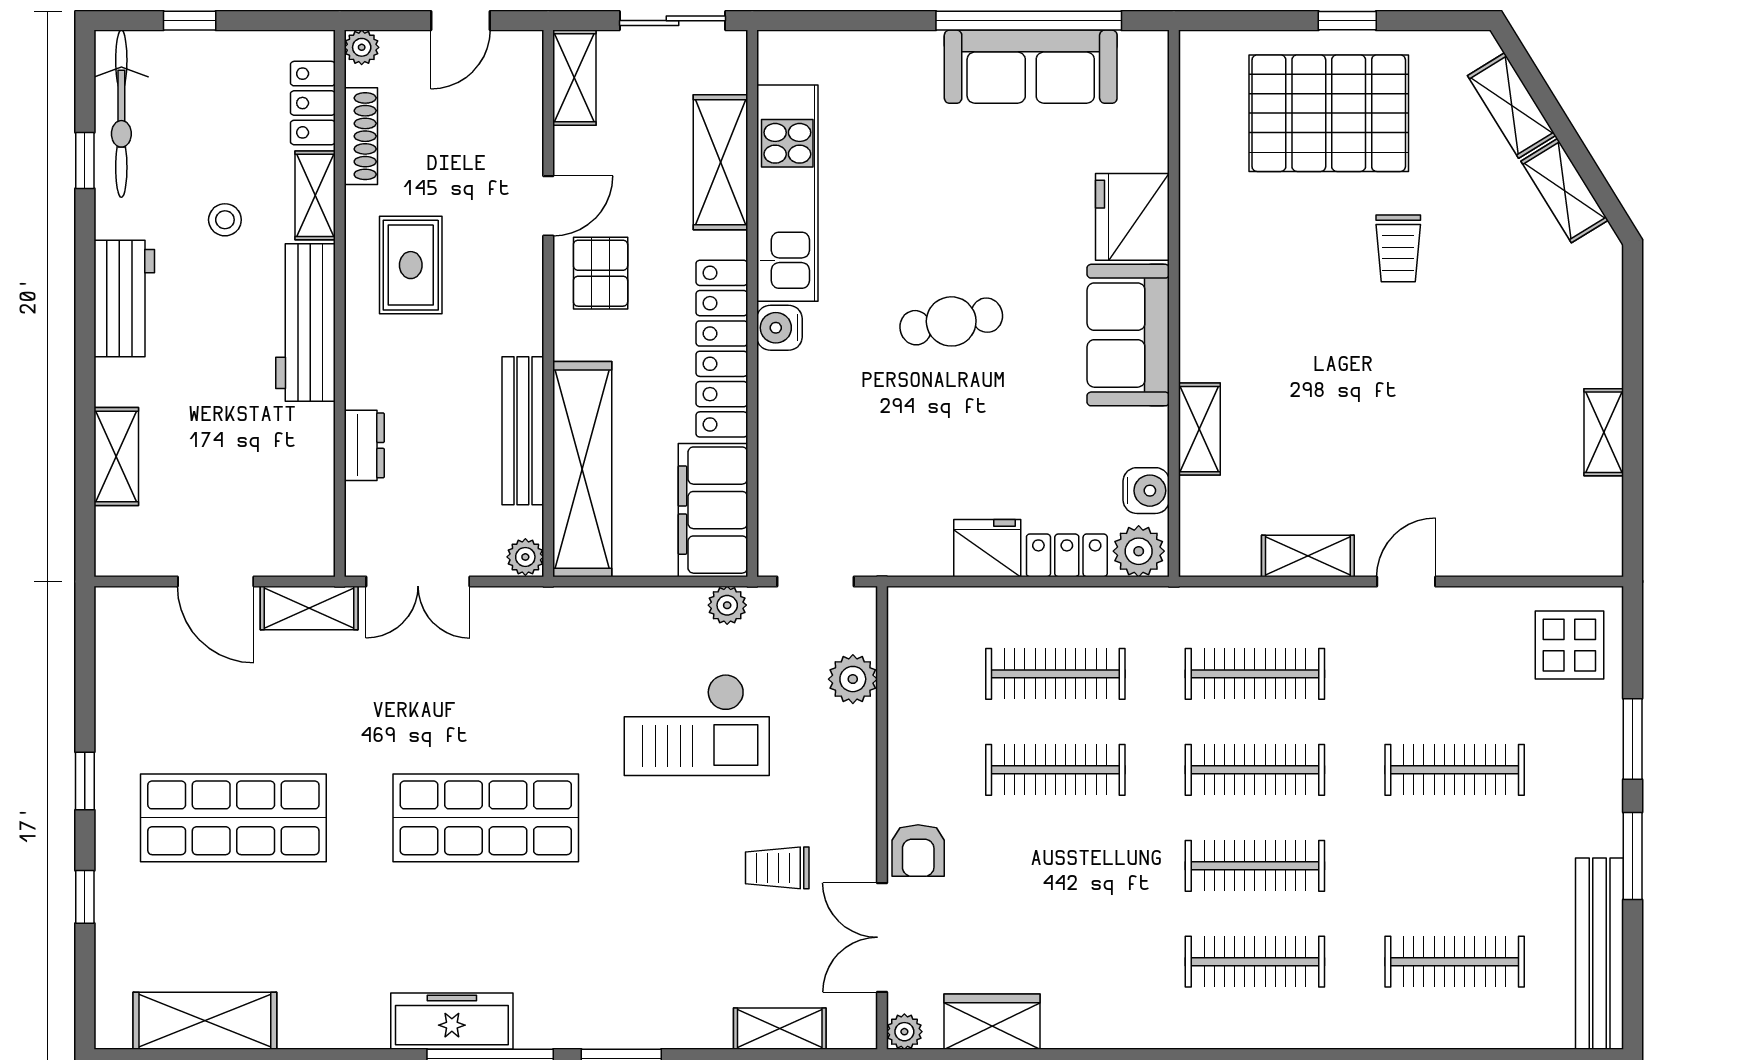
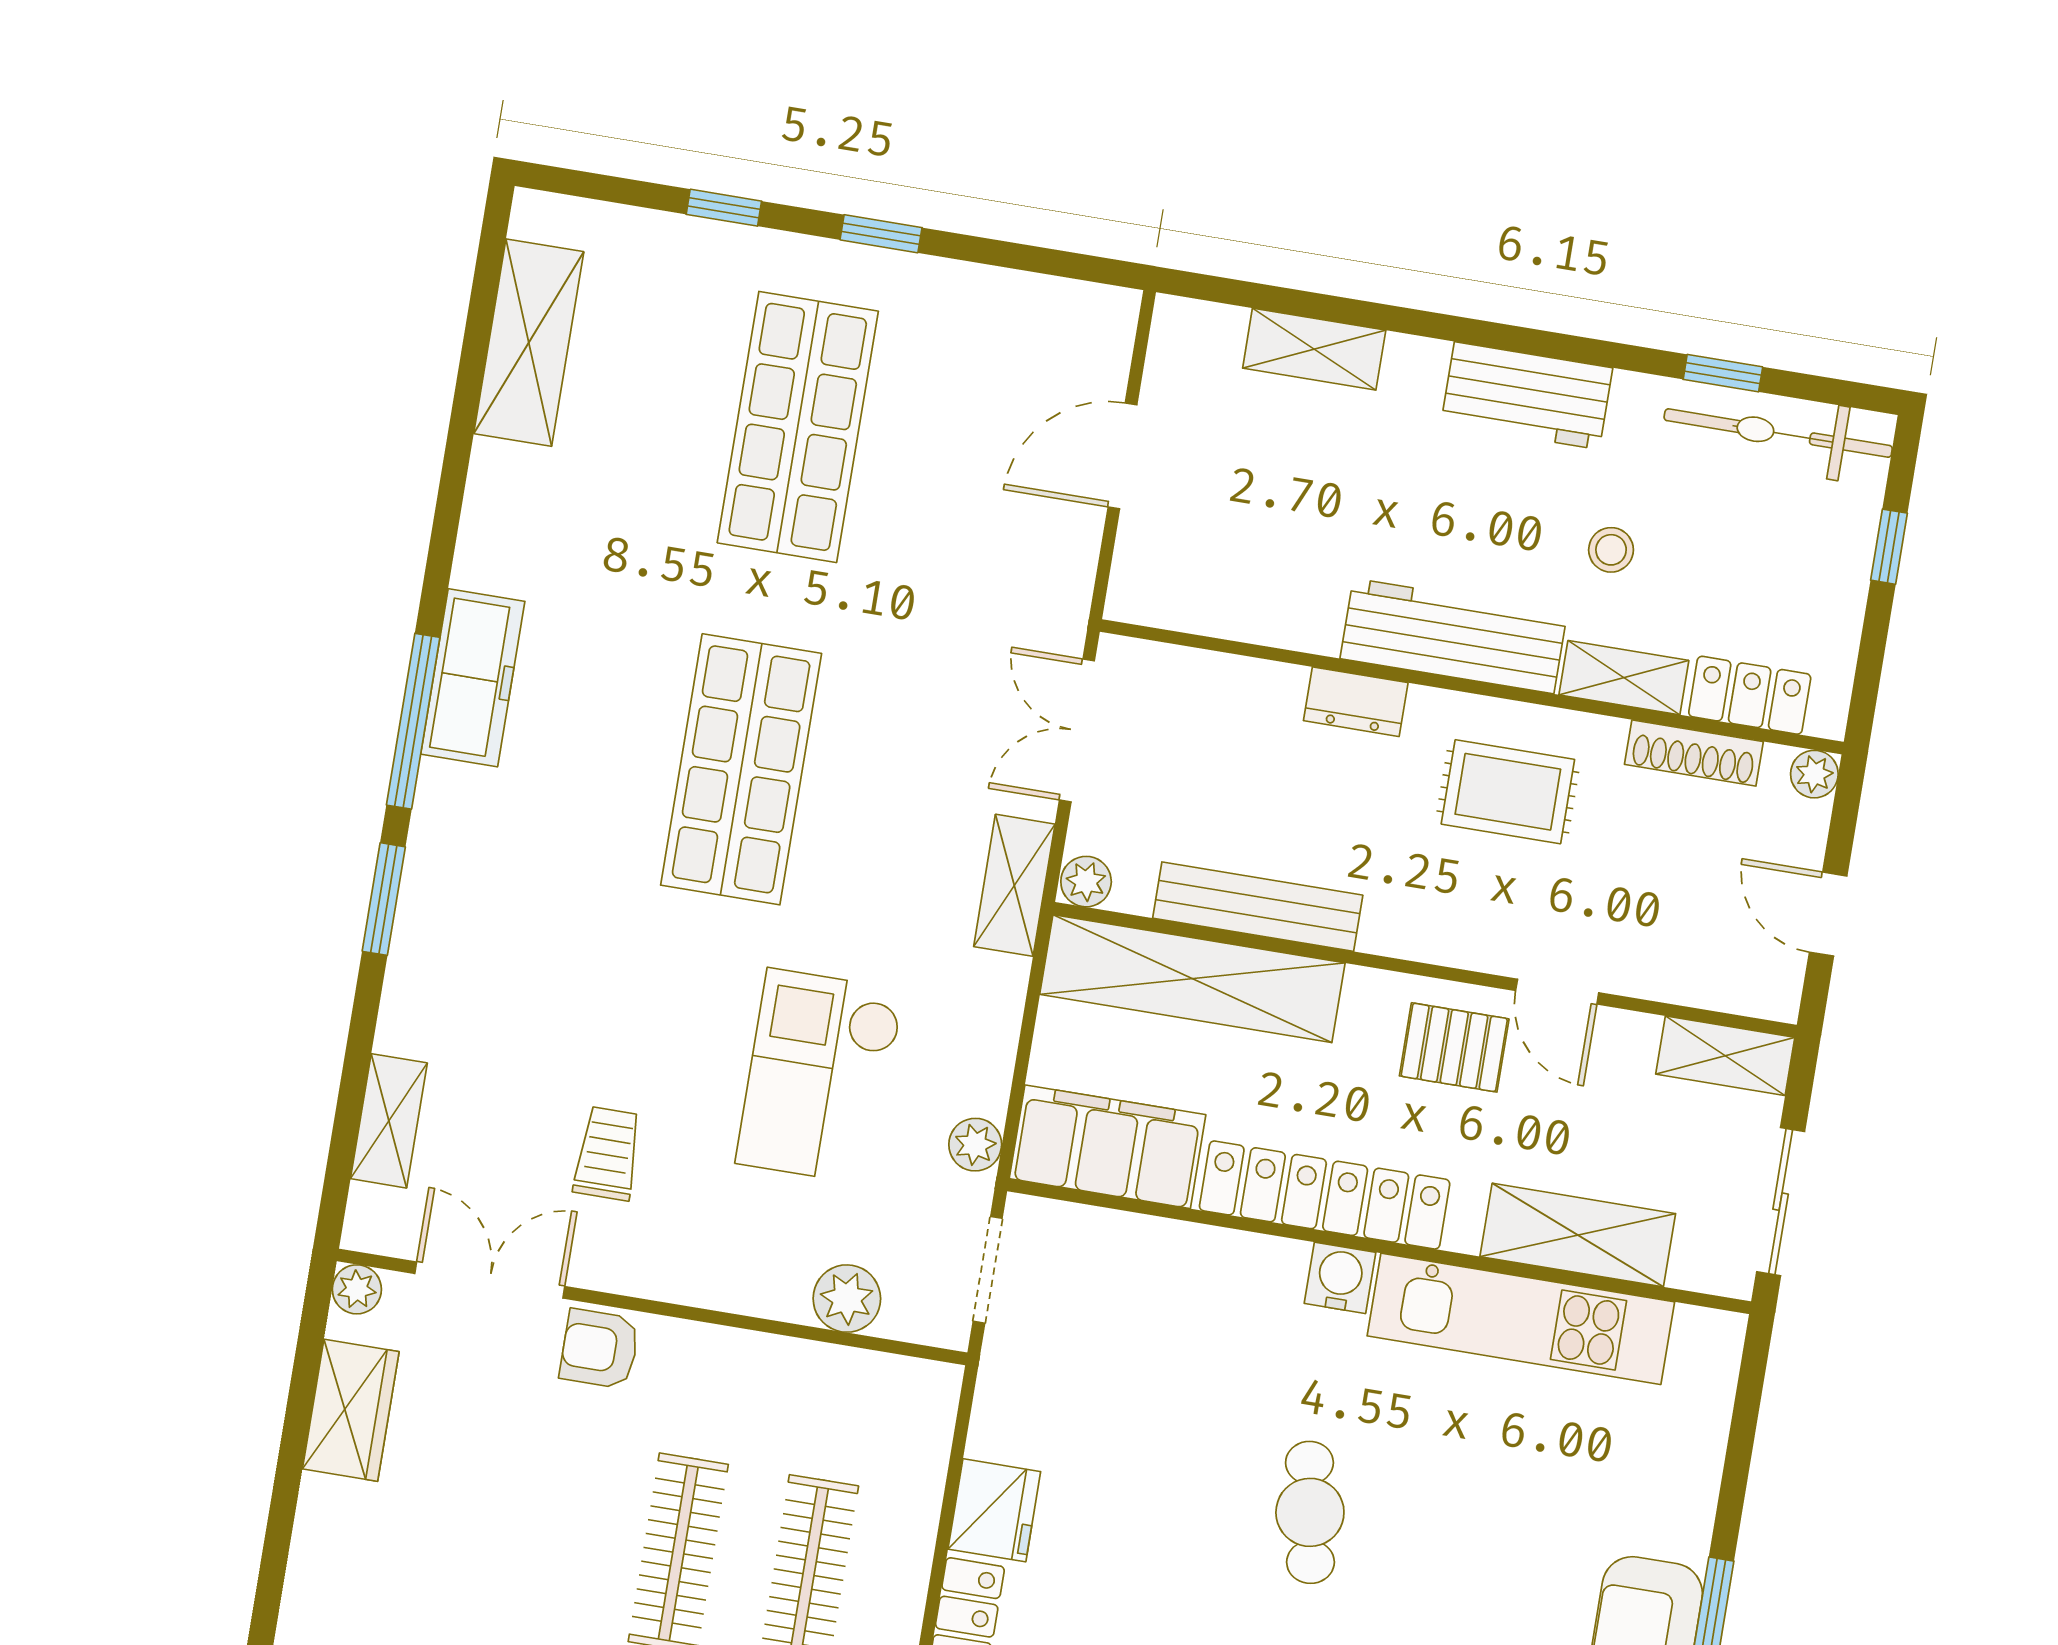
dresser: (364, 445) -> (1356, 702), moved
shelving: (309, 608) -> (1014, 885), moved

